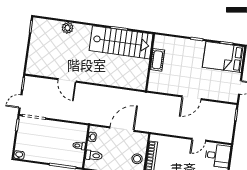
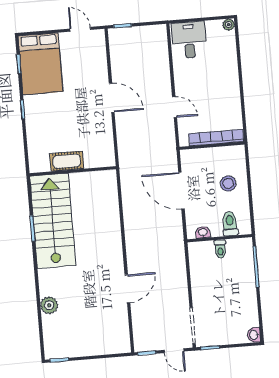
door: (199, 140) -> (175, 107), moved
stool: (137, 159) -> (228, 183), moved

